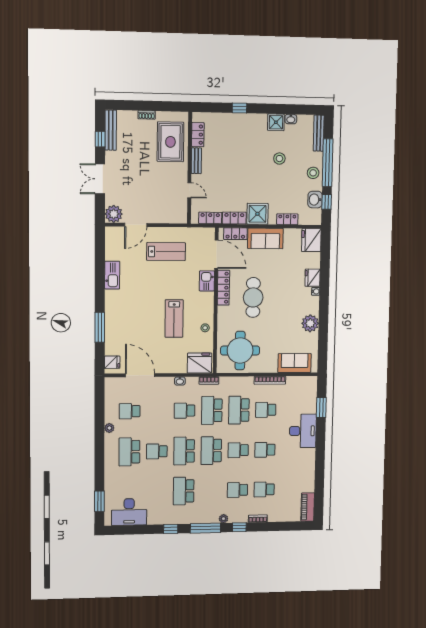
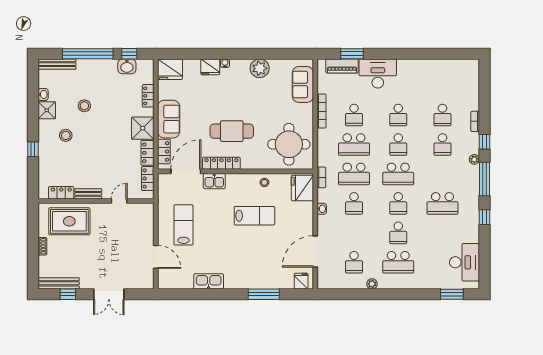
stool: (313, 173) -> (66, 135), moved
plant: (114, 214) -> (145, 280), removed
school desk: (184, 451) -> (398, 203), width x0.54
piano: (308, 507) -> (342, 66), moved

